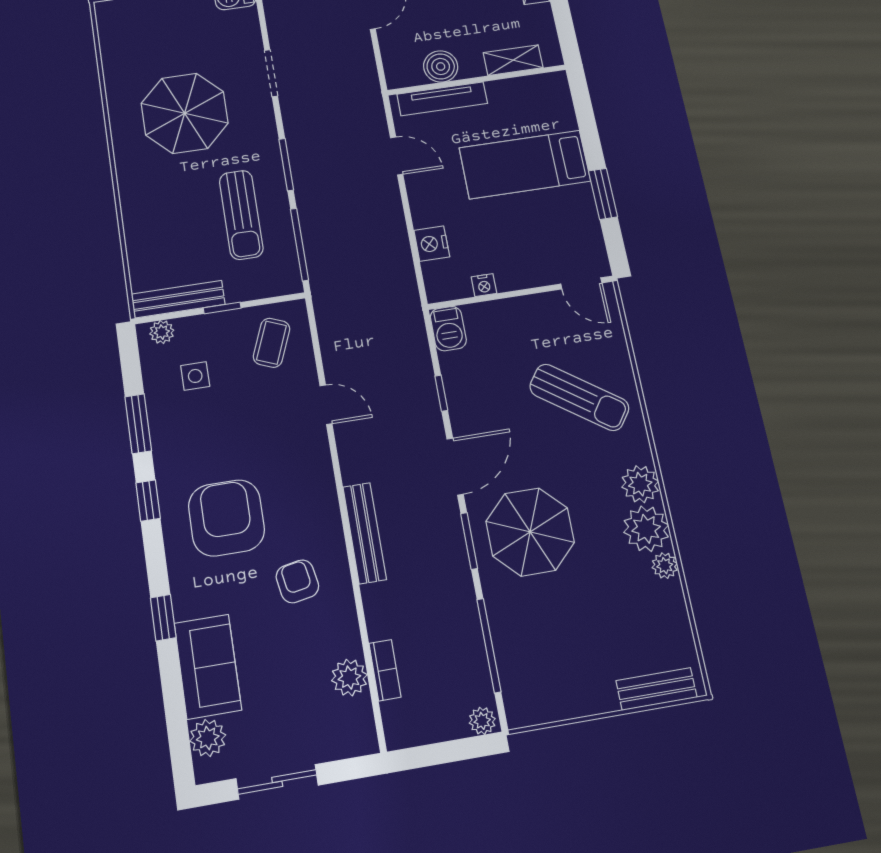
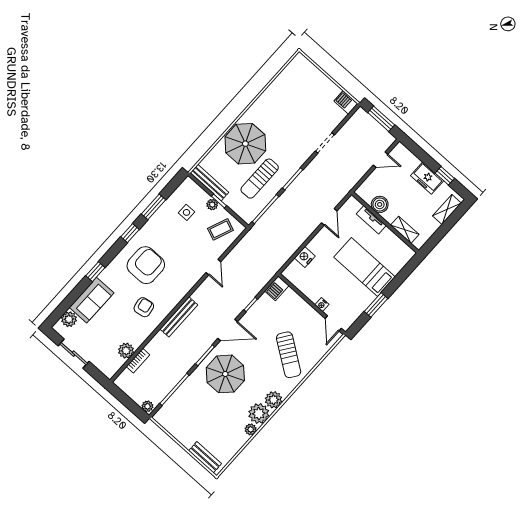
tv unit: (442, 99) -> (371, 220), width x0.71
parasol: (185, 113) -> (245, 144), moved
nightstand: (484, 285) -> (322, 305), moved
plant: (162, 332) -> (212, 205), moved

